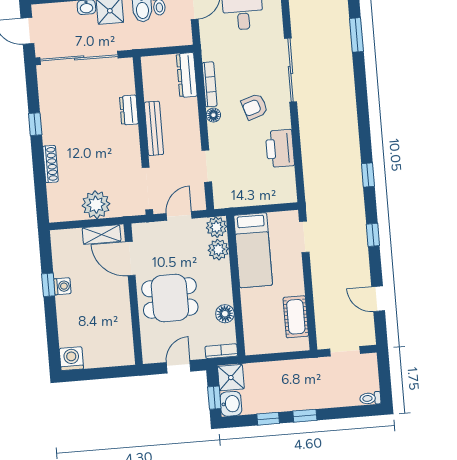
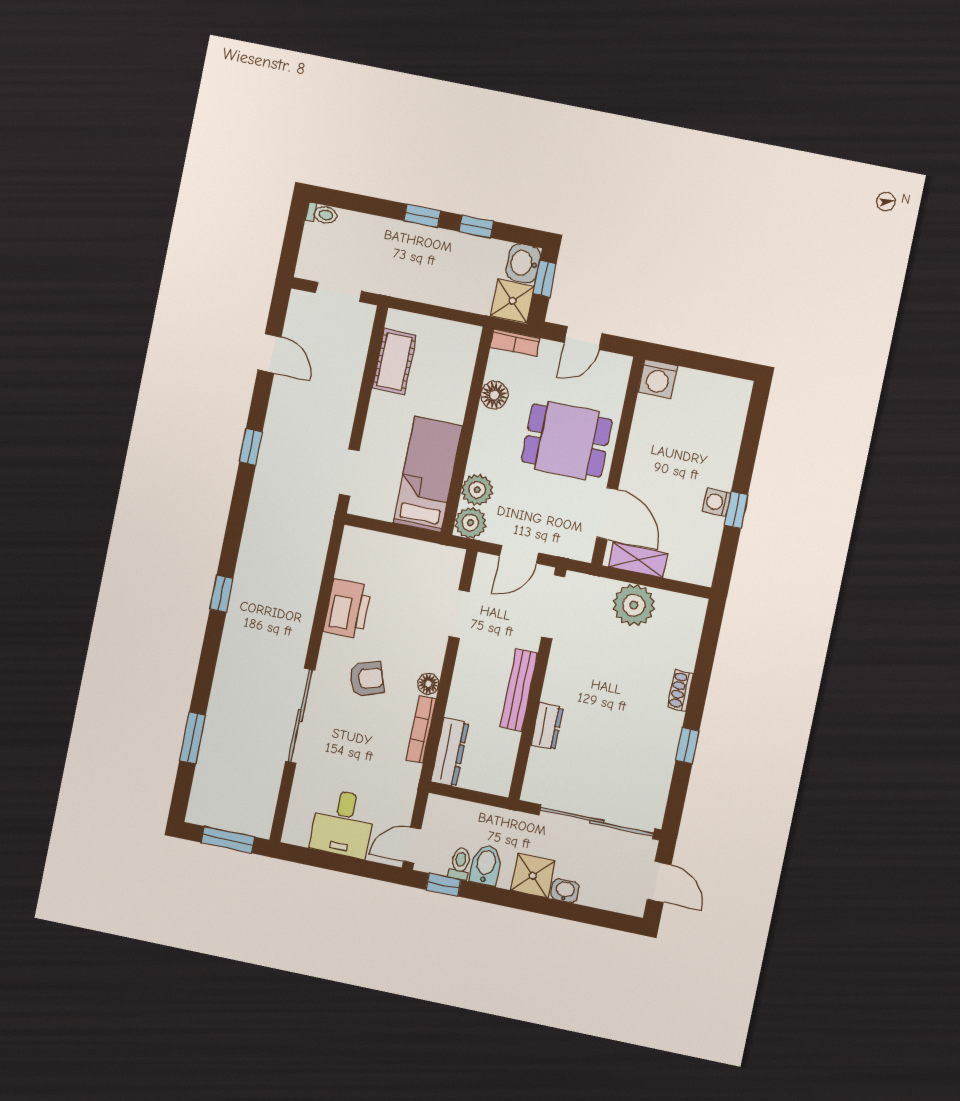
shoe rack: (50, 164) -> (680, 690), width x0.70
window: (368, 175) -> (221, 594), moved
washing machine: (71, 359) -> (658, 379), moved

